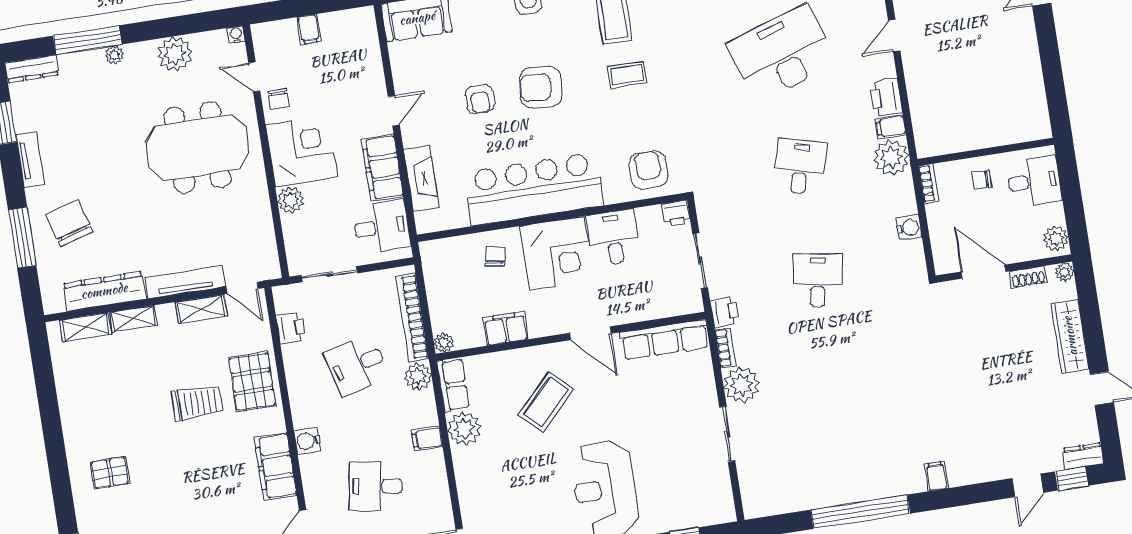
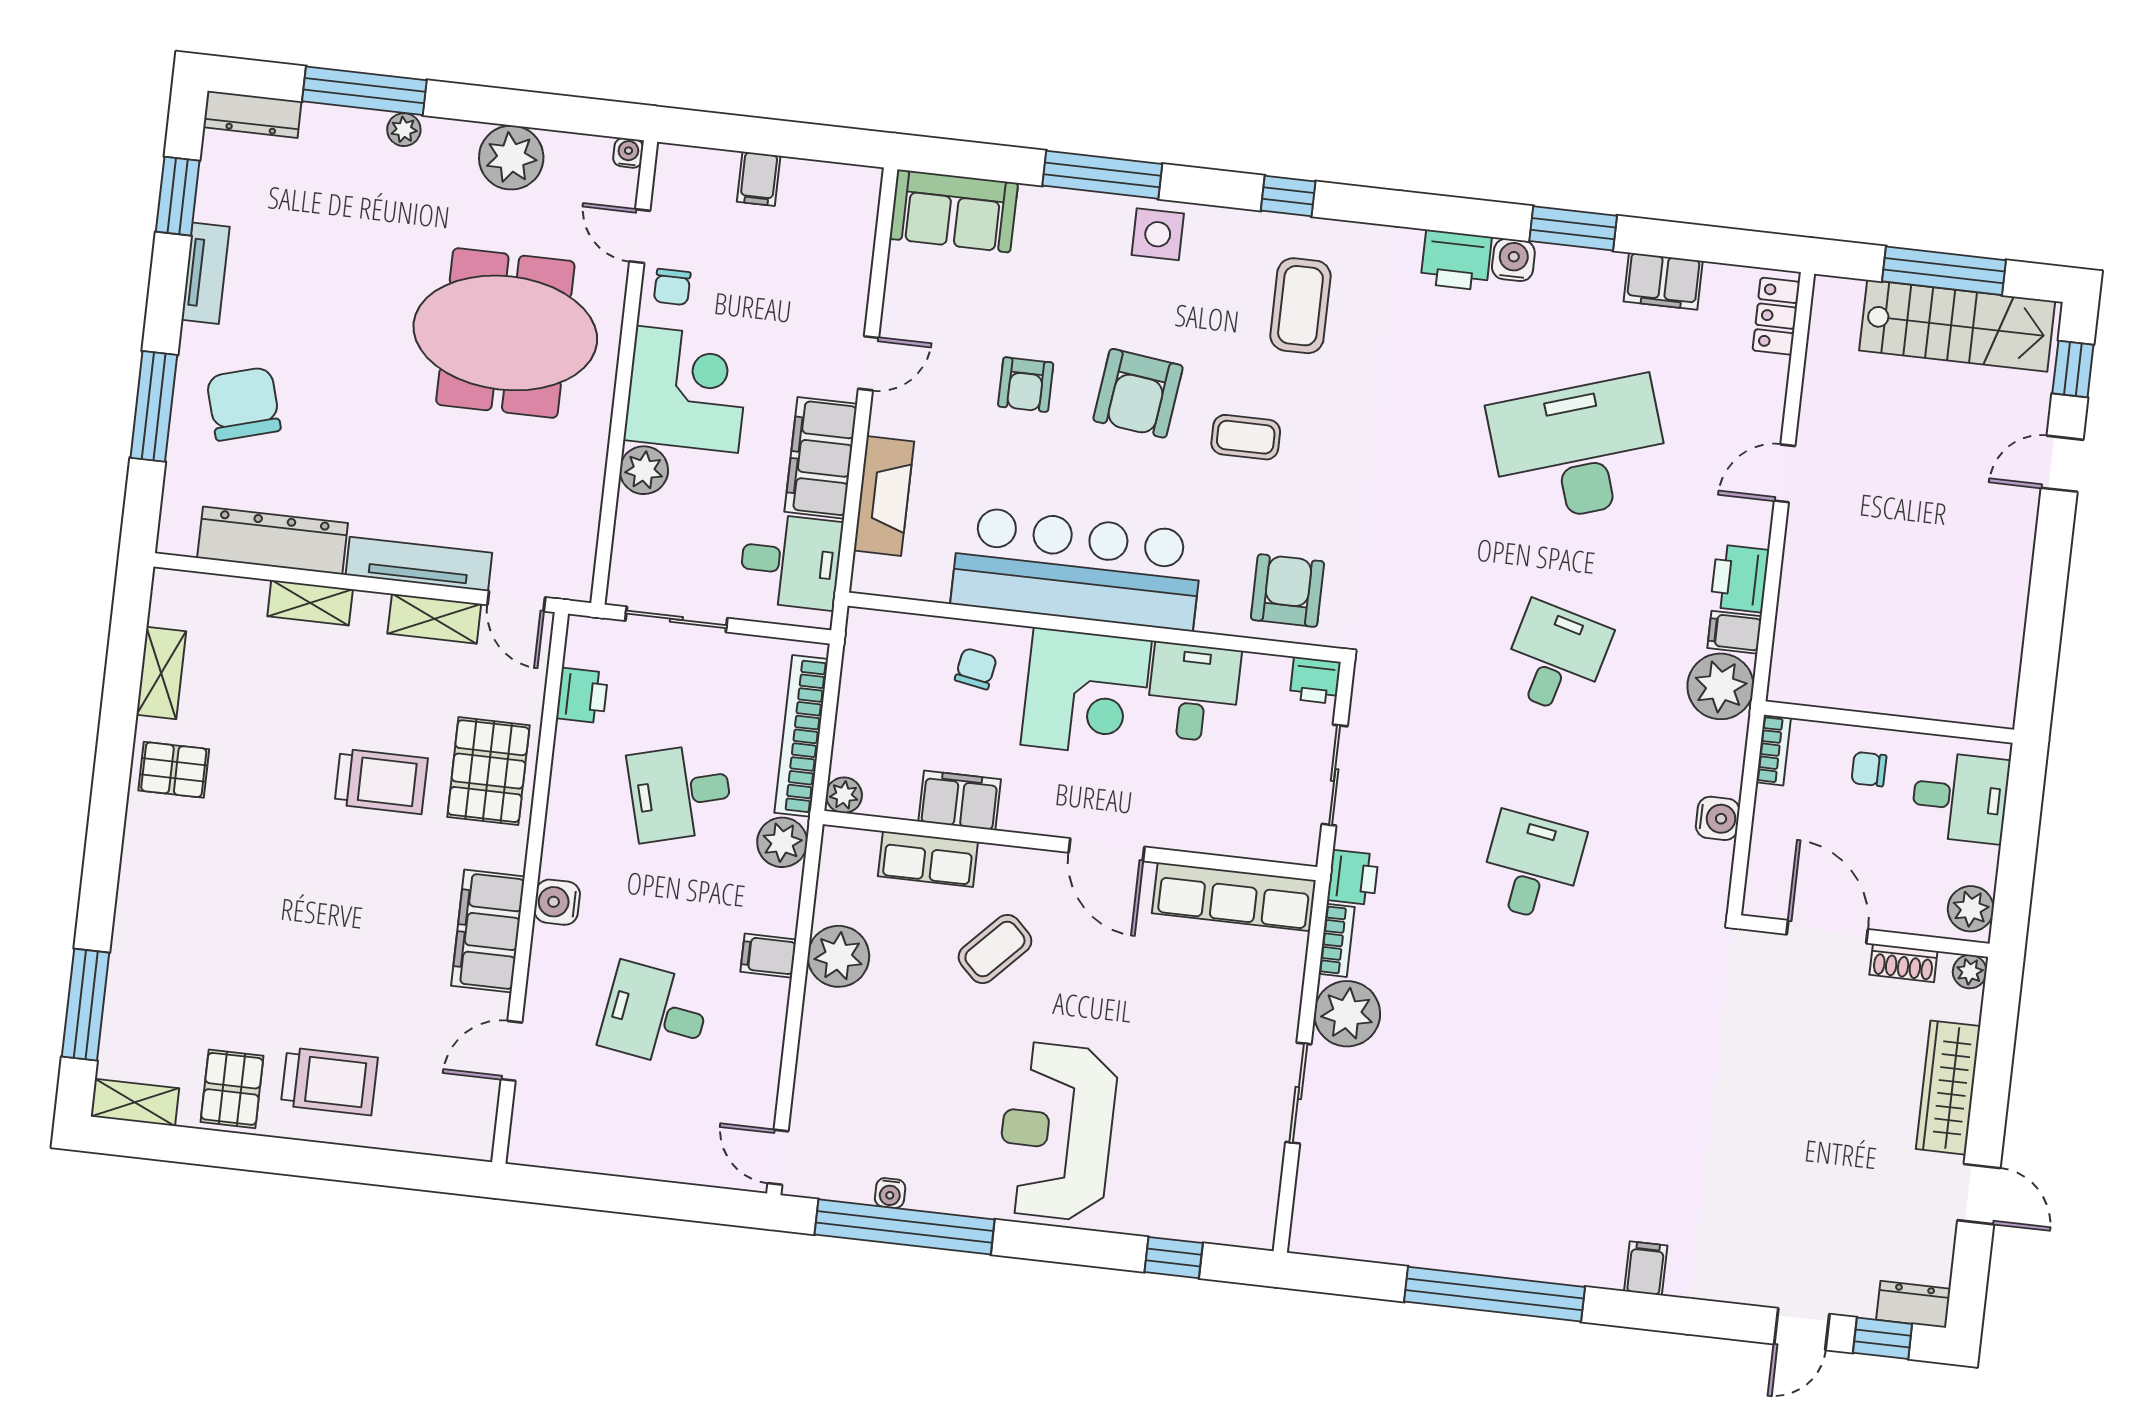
coffee table: (627, 75) -> (1246, 437), moved
armchair: (541, 87) -> (1138, 393), turned -89
shelving: (85, 327) -> (161, 673), moved, turned 90
row of seats: (453, 385) -> (928, 859), moved, turned 90
coffee table: (546, 402) -> (995, 949), width x0.73, depth x0.77
pallet: (110, 473) -> (174, 770), moved

